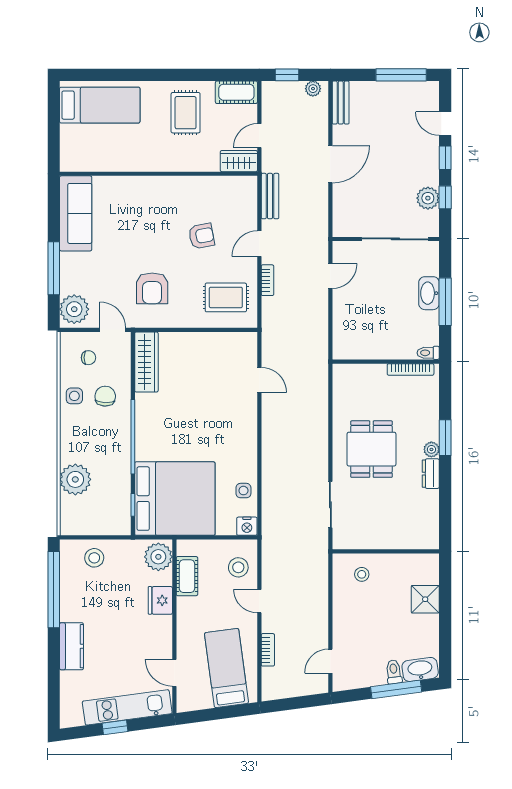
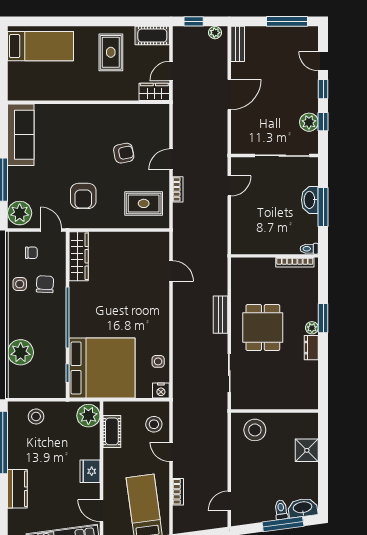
bench: (270, 196) -> (221, 315), moved
stool: (362, 574) -> (255, 430), width x1.89, depth x1.89
fridge: (160, 600) -> (90, 471), moved

